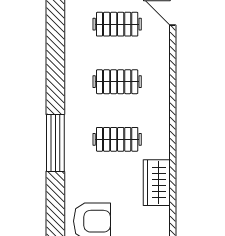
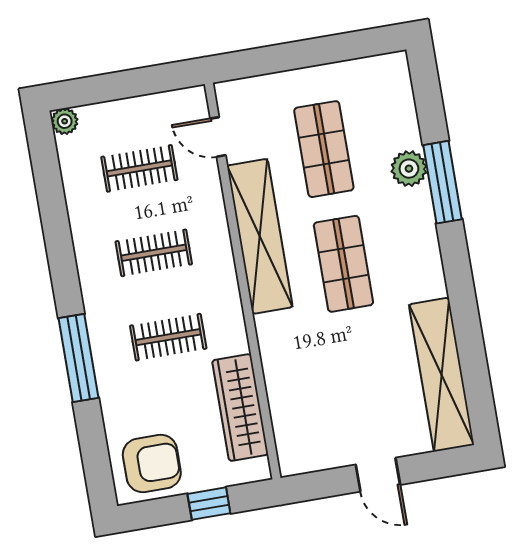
shelving: (189, 83) -> (260, 236), added
wardrobe: (157, 183) -> (240, 408), width x1.50

